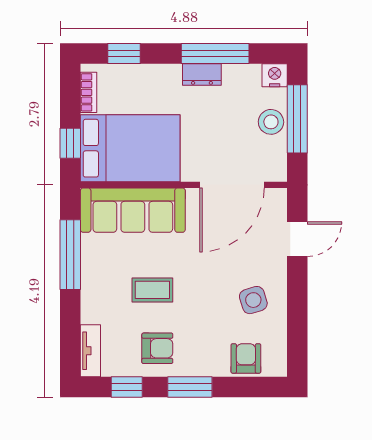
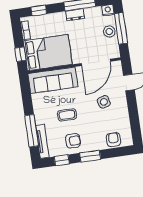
window: (70, 255) -> (32, 131), moved
side table: (253, 300) -> (104, 102), moved
tv unit: (90, 351) -> (42, 141), width x1.41

